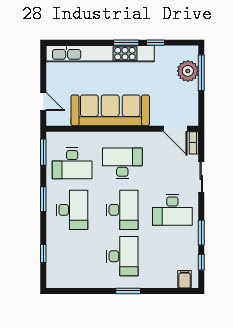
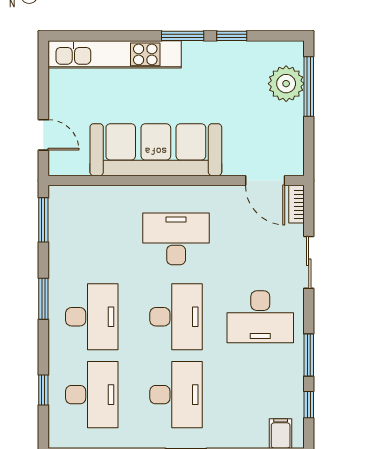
kitchen unit: (100, 54) -> (115, 54), width x0.73
desk: (72, 163) -> (92, 395), moved, turned -90

